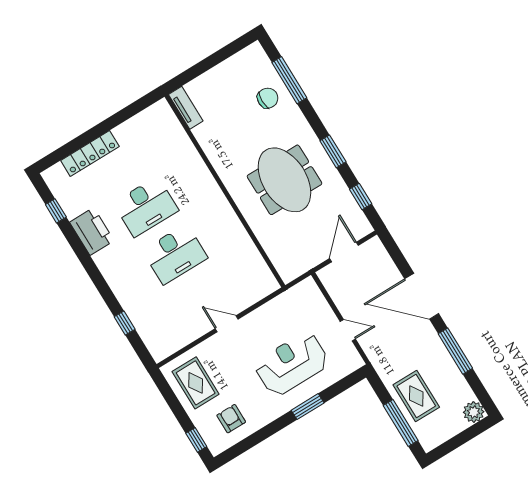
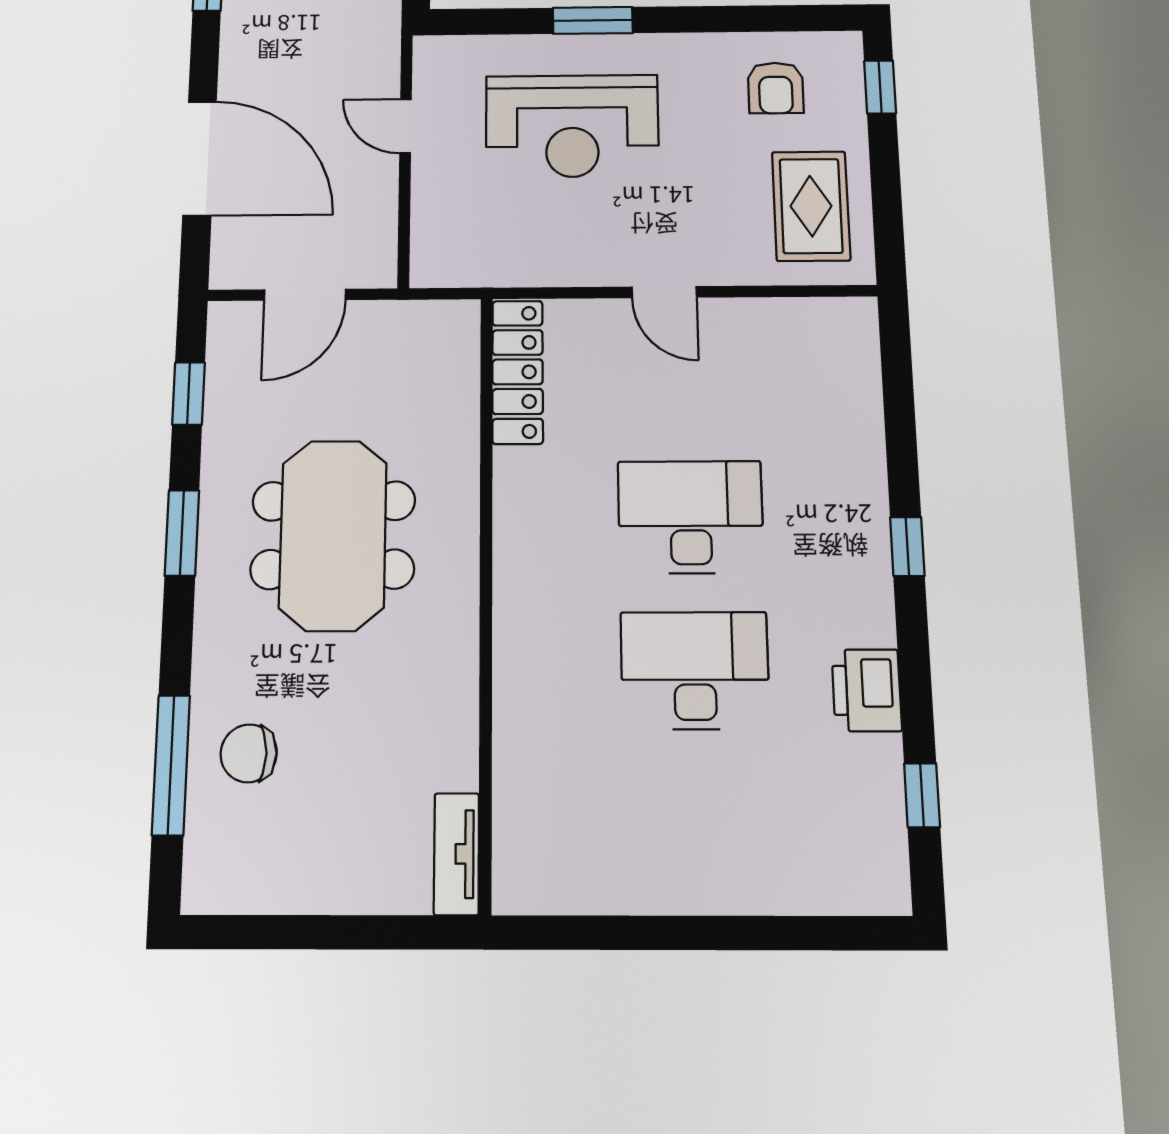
locker: (90, 153) -> (518, 372), moved, turned 90
printer: (92, 231) -> (867, 690), width x0.73, depth x0.84
door: (422, 296) -> (200, 158), moved
window: (125, 323) -> (907, 546), moved

